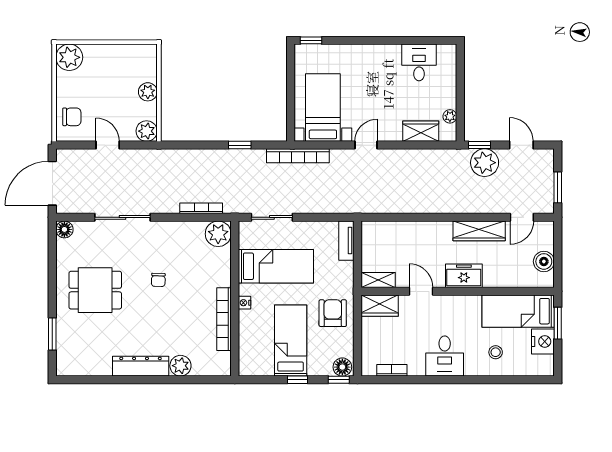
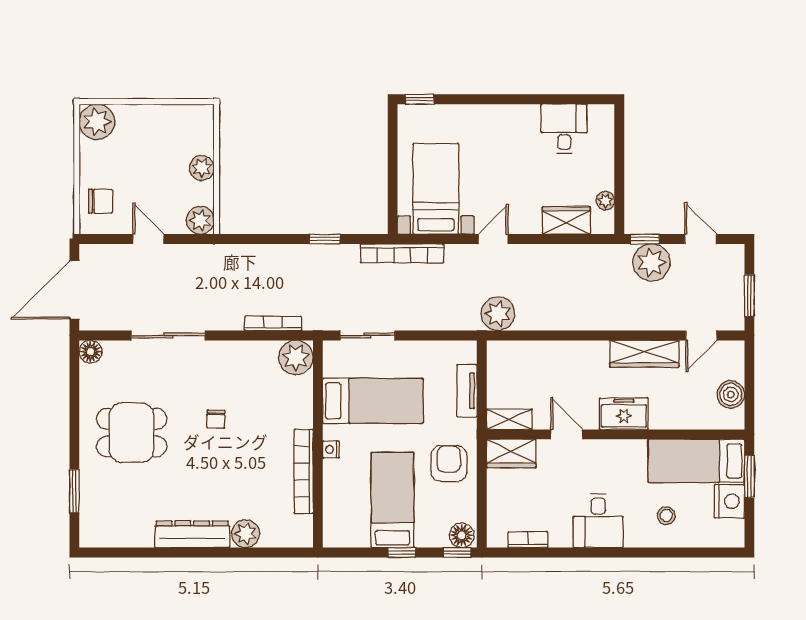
plant: (369, 201) -> (498, 314), added
tv unit: (346, 241) -> (467, 391), moved

